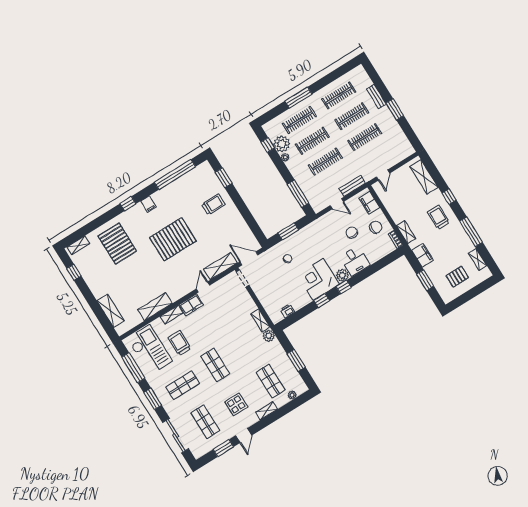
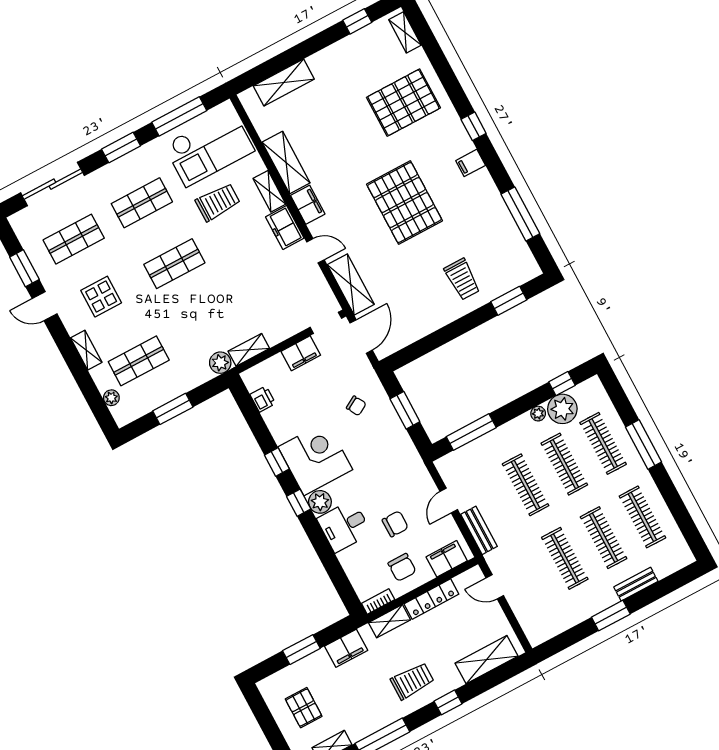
window: (175, 174) -> (520, 214), width x0.68
locker: (392, 210) -> (431, 599), added
filing cabinet: (260, 291) -> (301, 353), added
filing cabinet: (178, 293) -> (308, 205), added
shop shelf: (183, 385) -> (142, 203), turned 90

